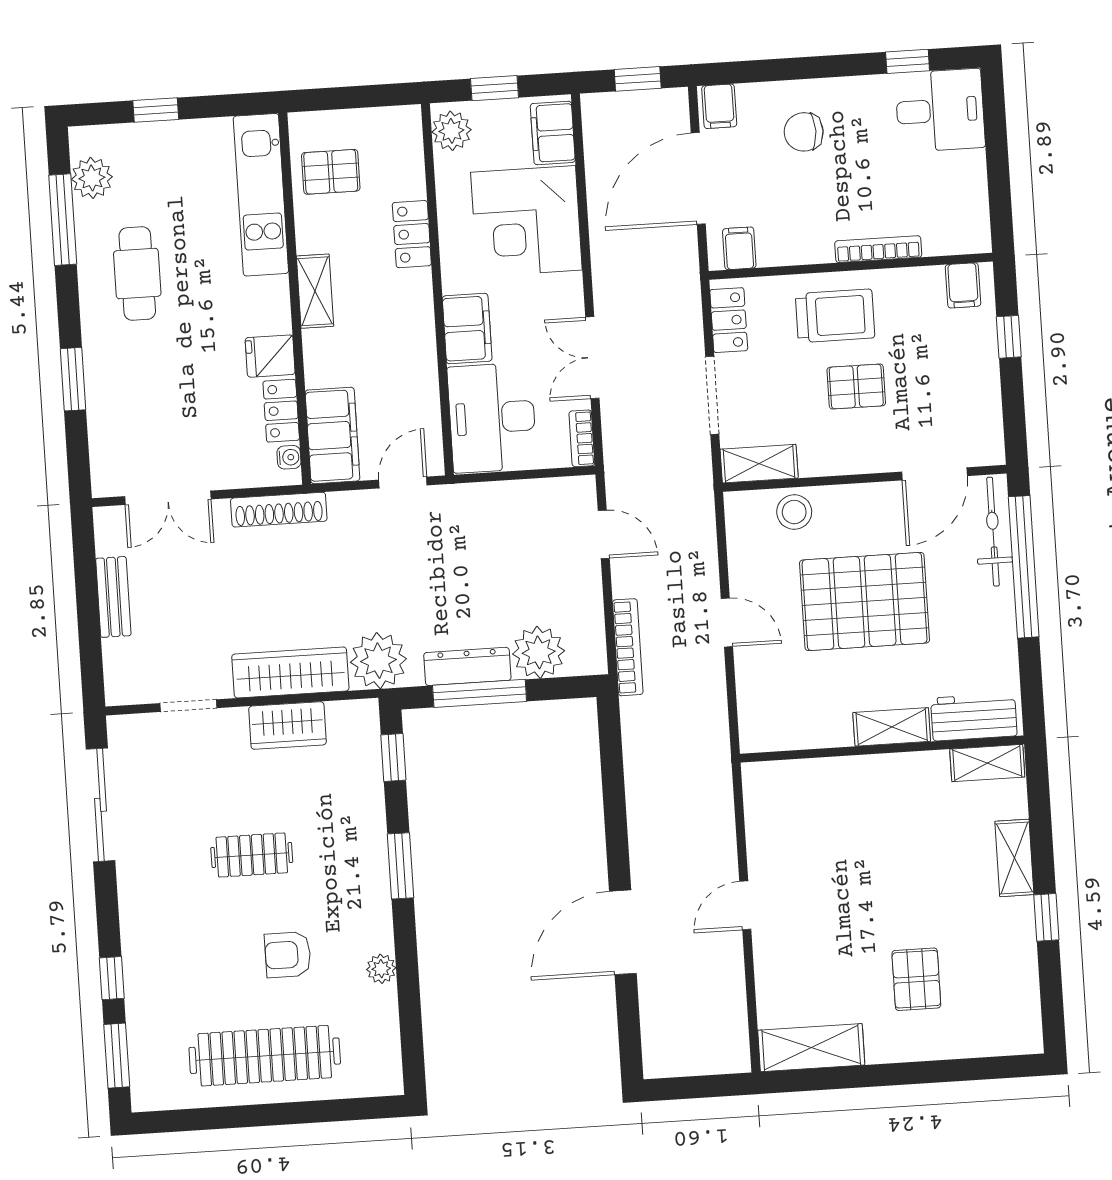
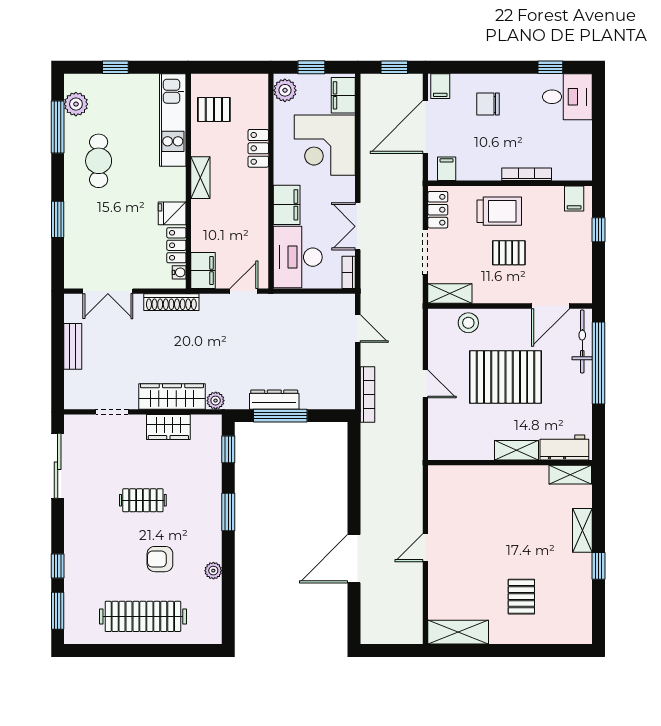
filing cabinet: (332, 435) -> (203, 270), width x0.67, depth x0.86
plant: (539, 652) -> (316, 394), removed
plant: (378, 661) -> (216, 401), width x0.53, depth x0.53

